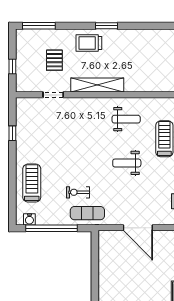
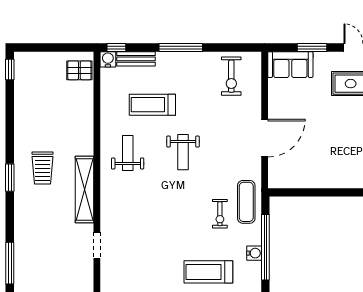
trolley: (89, 43) -> (43, 168), moved
pallet: (54, 60) -> (53, 243), removed
water cooler: (29, 219) -> (254, 253), moved

